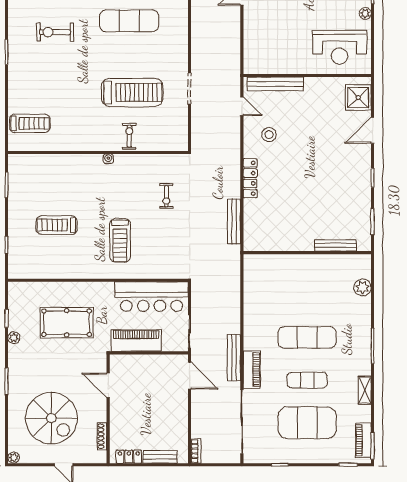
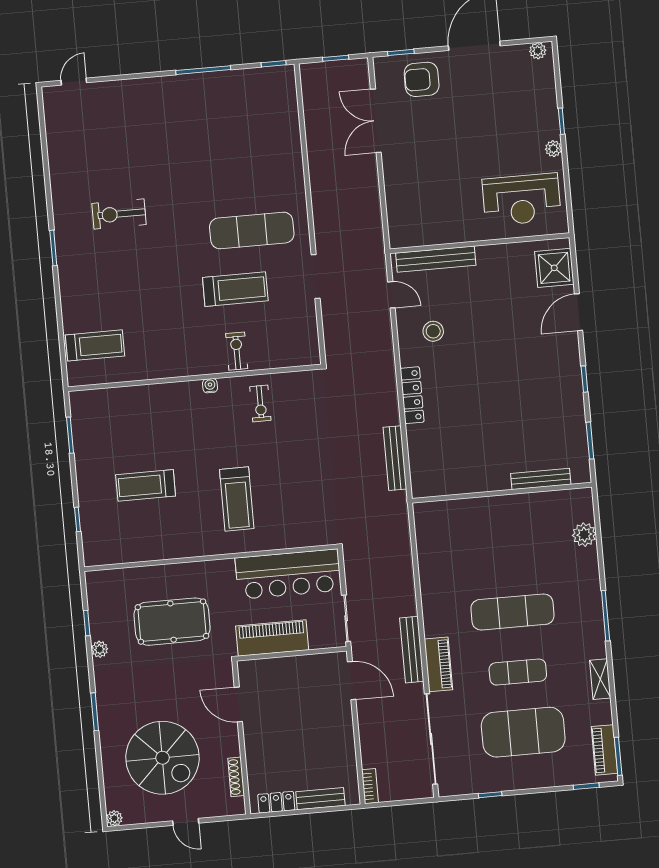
exercise mat: (129, 21) -> (252, 230), moved
treadmill: (132, 92) -> (235, 289), width x0.73, depth x0.73
exercise bike: (166, 196) -> (260, 404), moved

